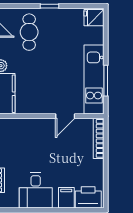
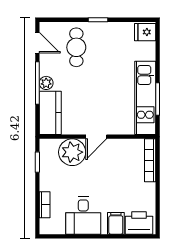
door: (65, 116) -> (96, 137), moved
plant: (25, 131) -> (72, 152), added

